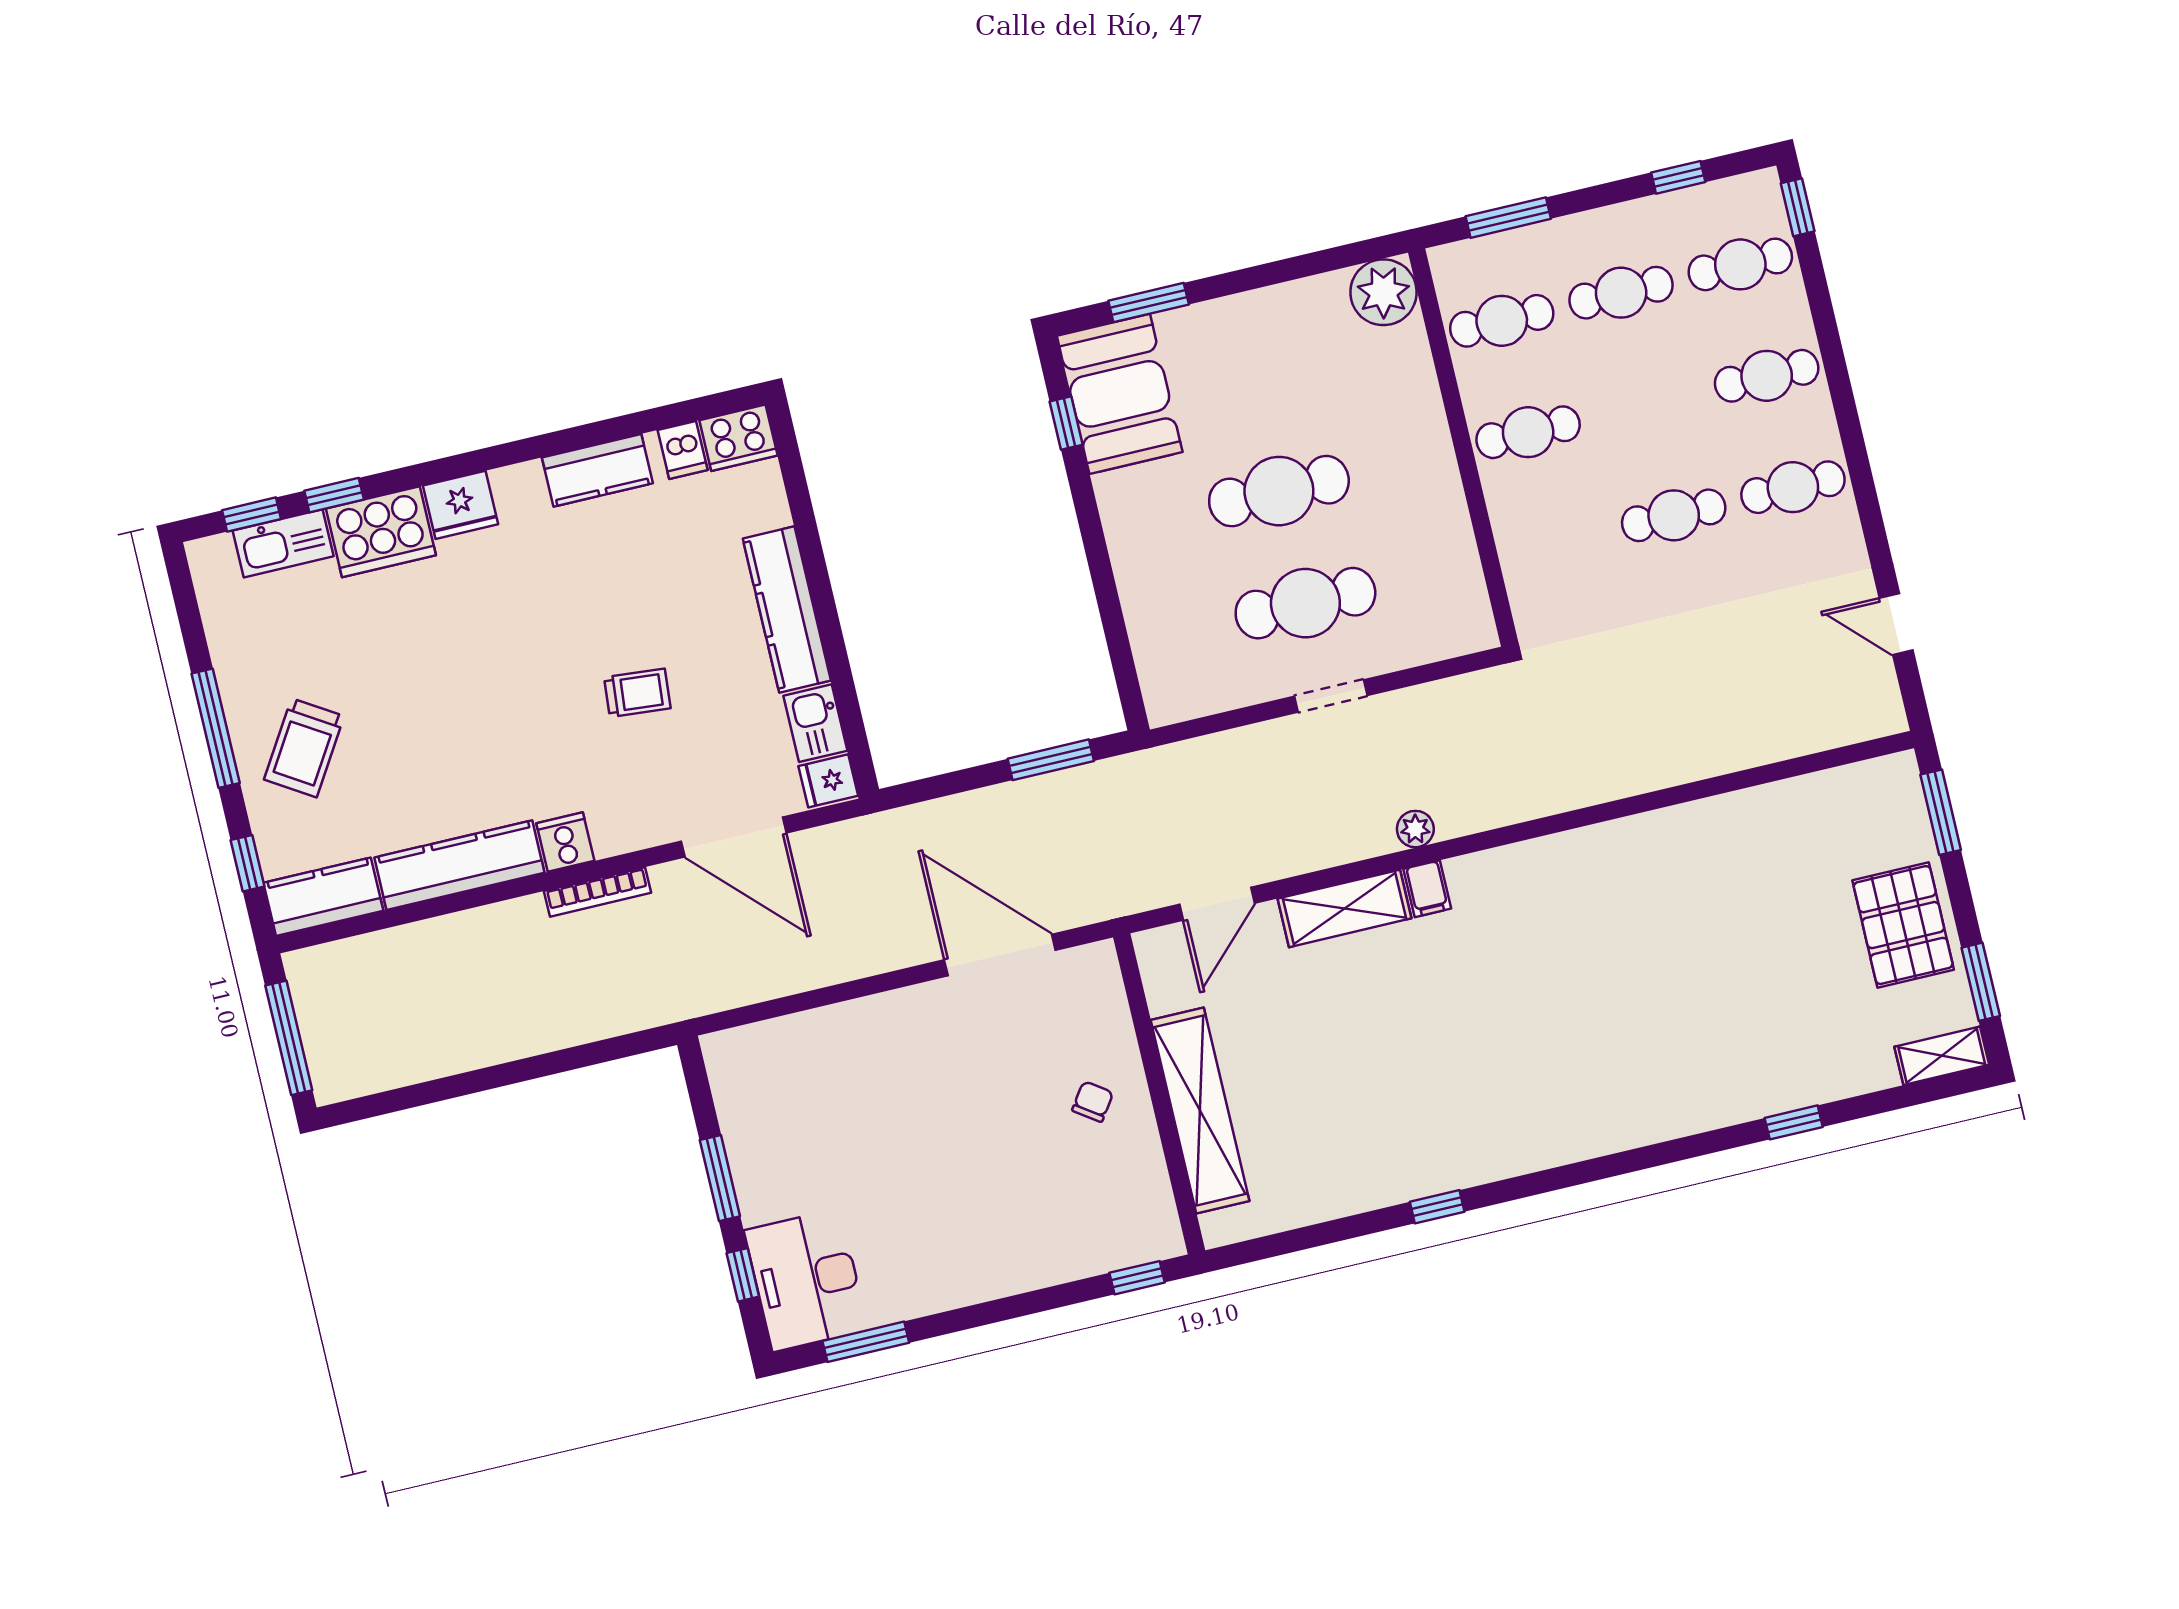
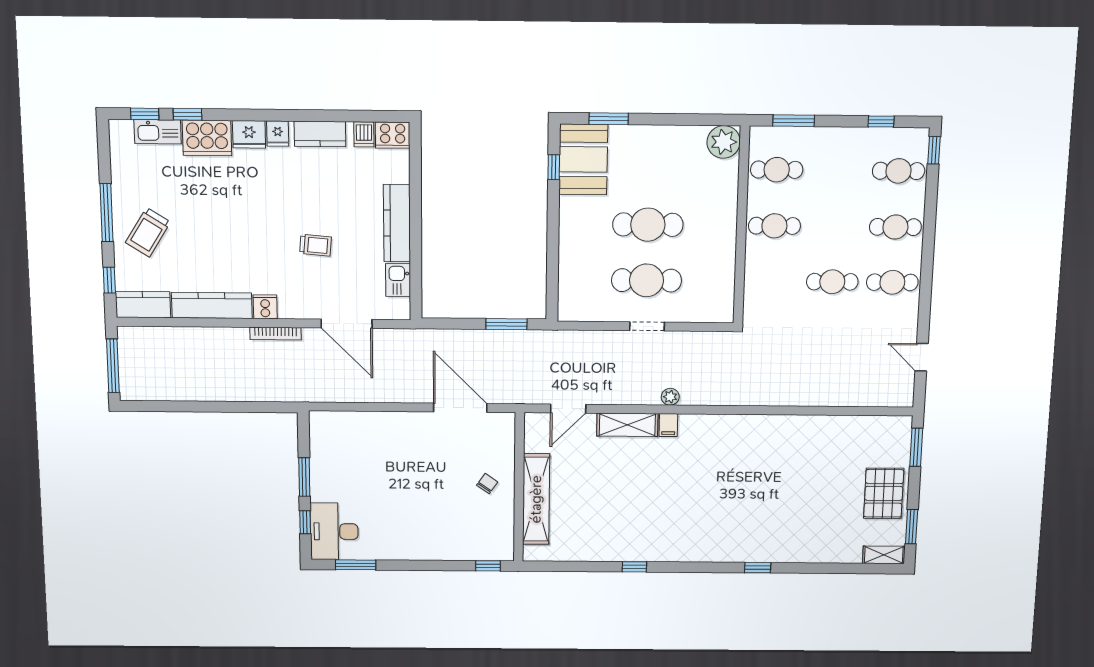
cafe table: (1621, 293) -> (838, 170), removed
fridge: (828, 781) -> (278, 134), moved, turned -90
window: (1794, 1122) -> (758, 568), moved

